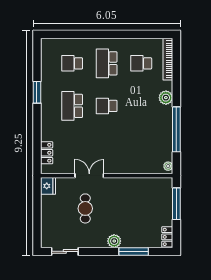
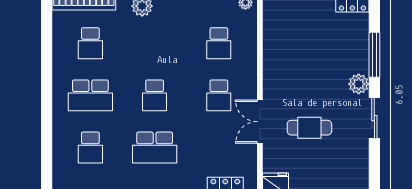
school desk: (107, 148) -> (219, 95), added
school desk: (141, 148) -> (219, 43), added
sliding door: (65, 251) -> (374, 118), moved

